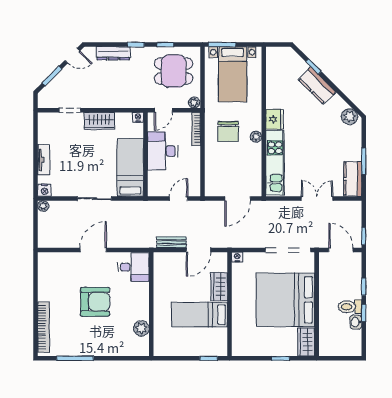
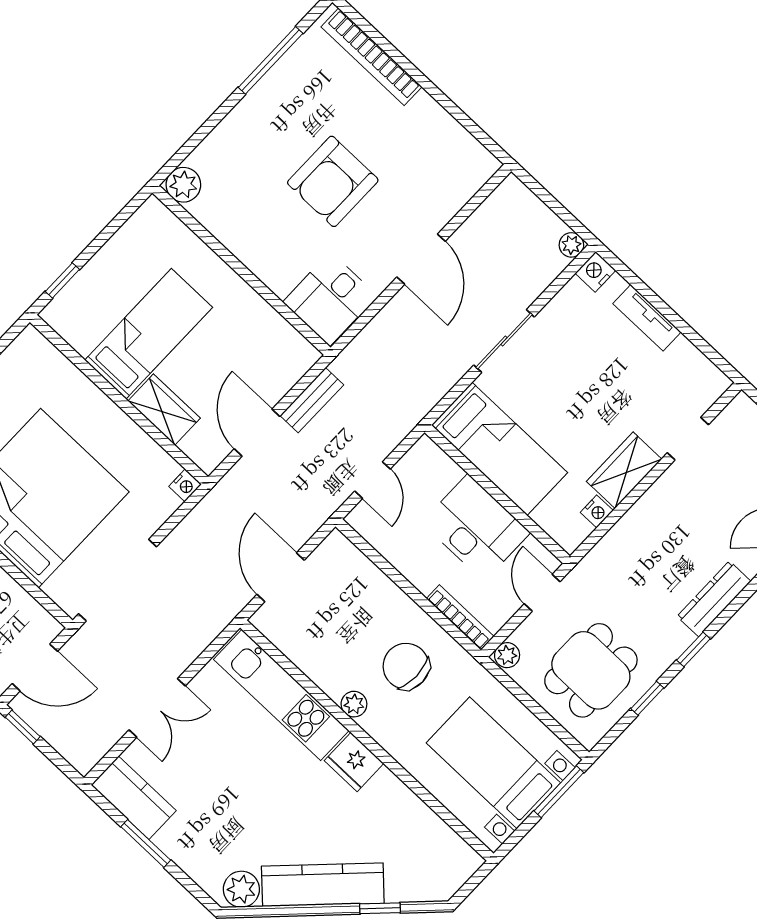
kitchen counter: (317, 86) -> (323, 885), width x1.50
nightstand: (138, 117) -> (597, 511), moved
plant: (141, 328) -> (183, 185), moved

